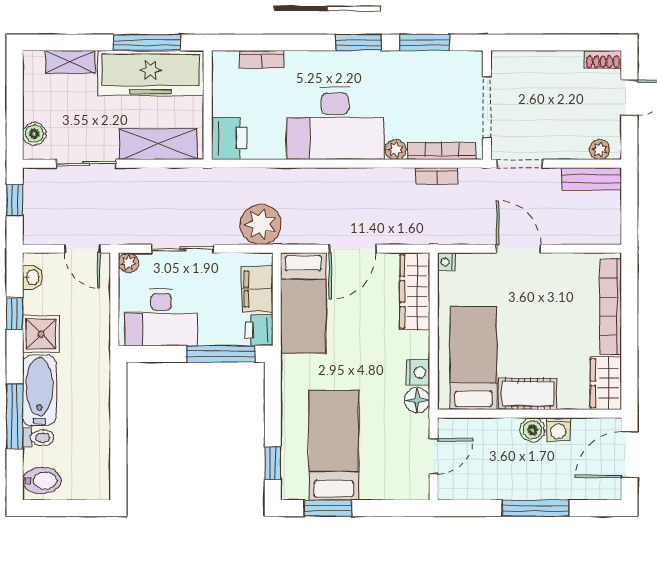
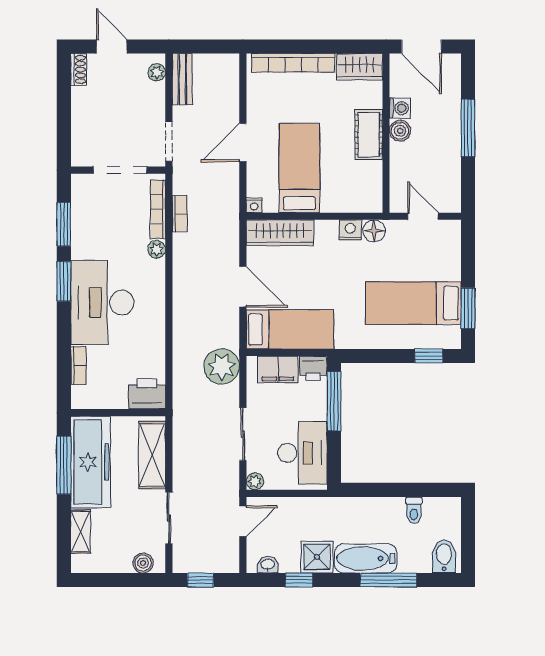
desk: (335, 123) -> (102, 303), moved, turned 180
bed: (473, 358) -> (299, 168), moved, turned 90
toilet: (38, 438) -> (414, 510), moved, turned 180

